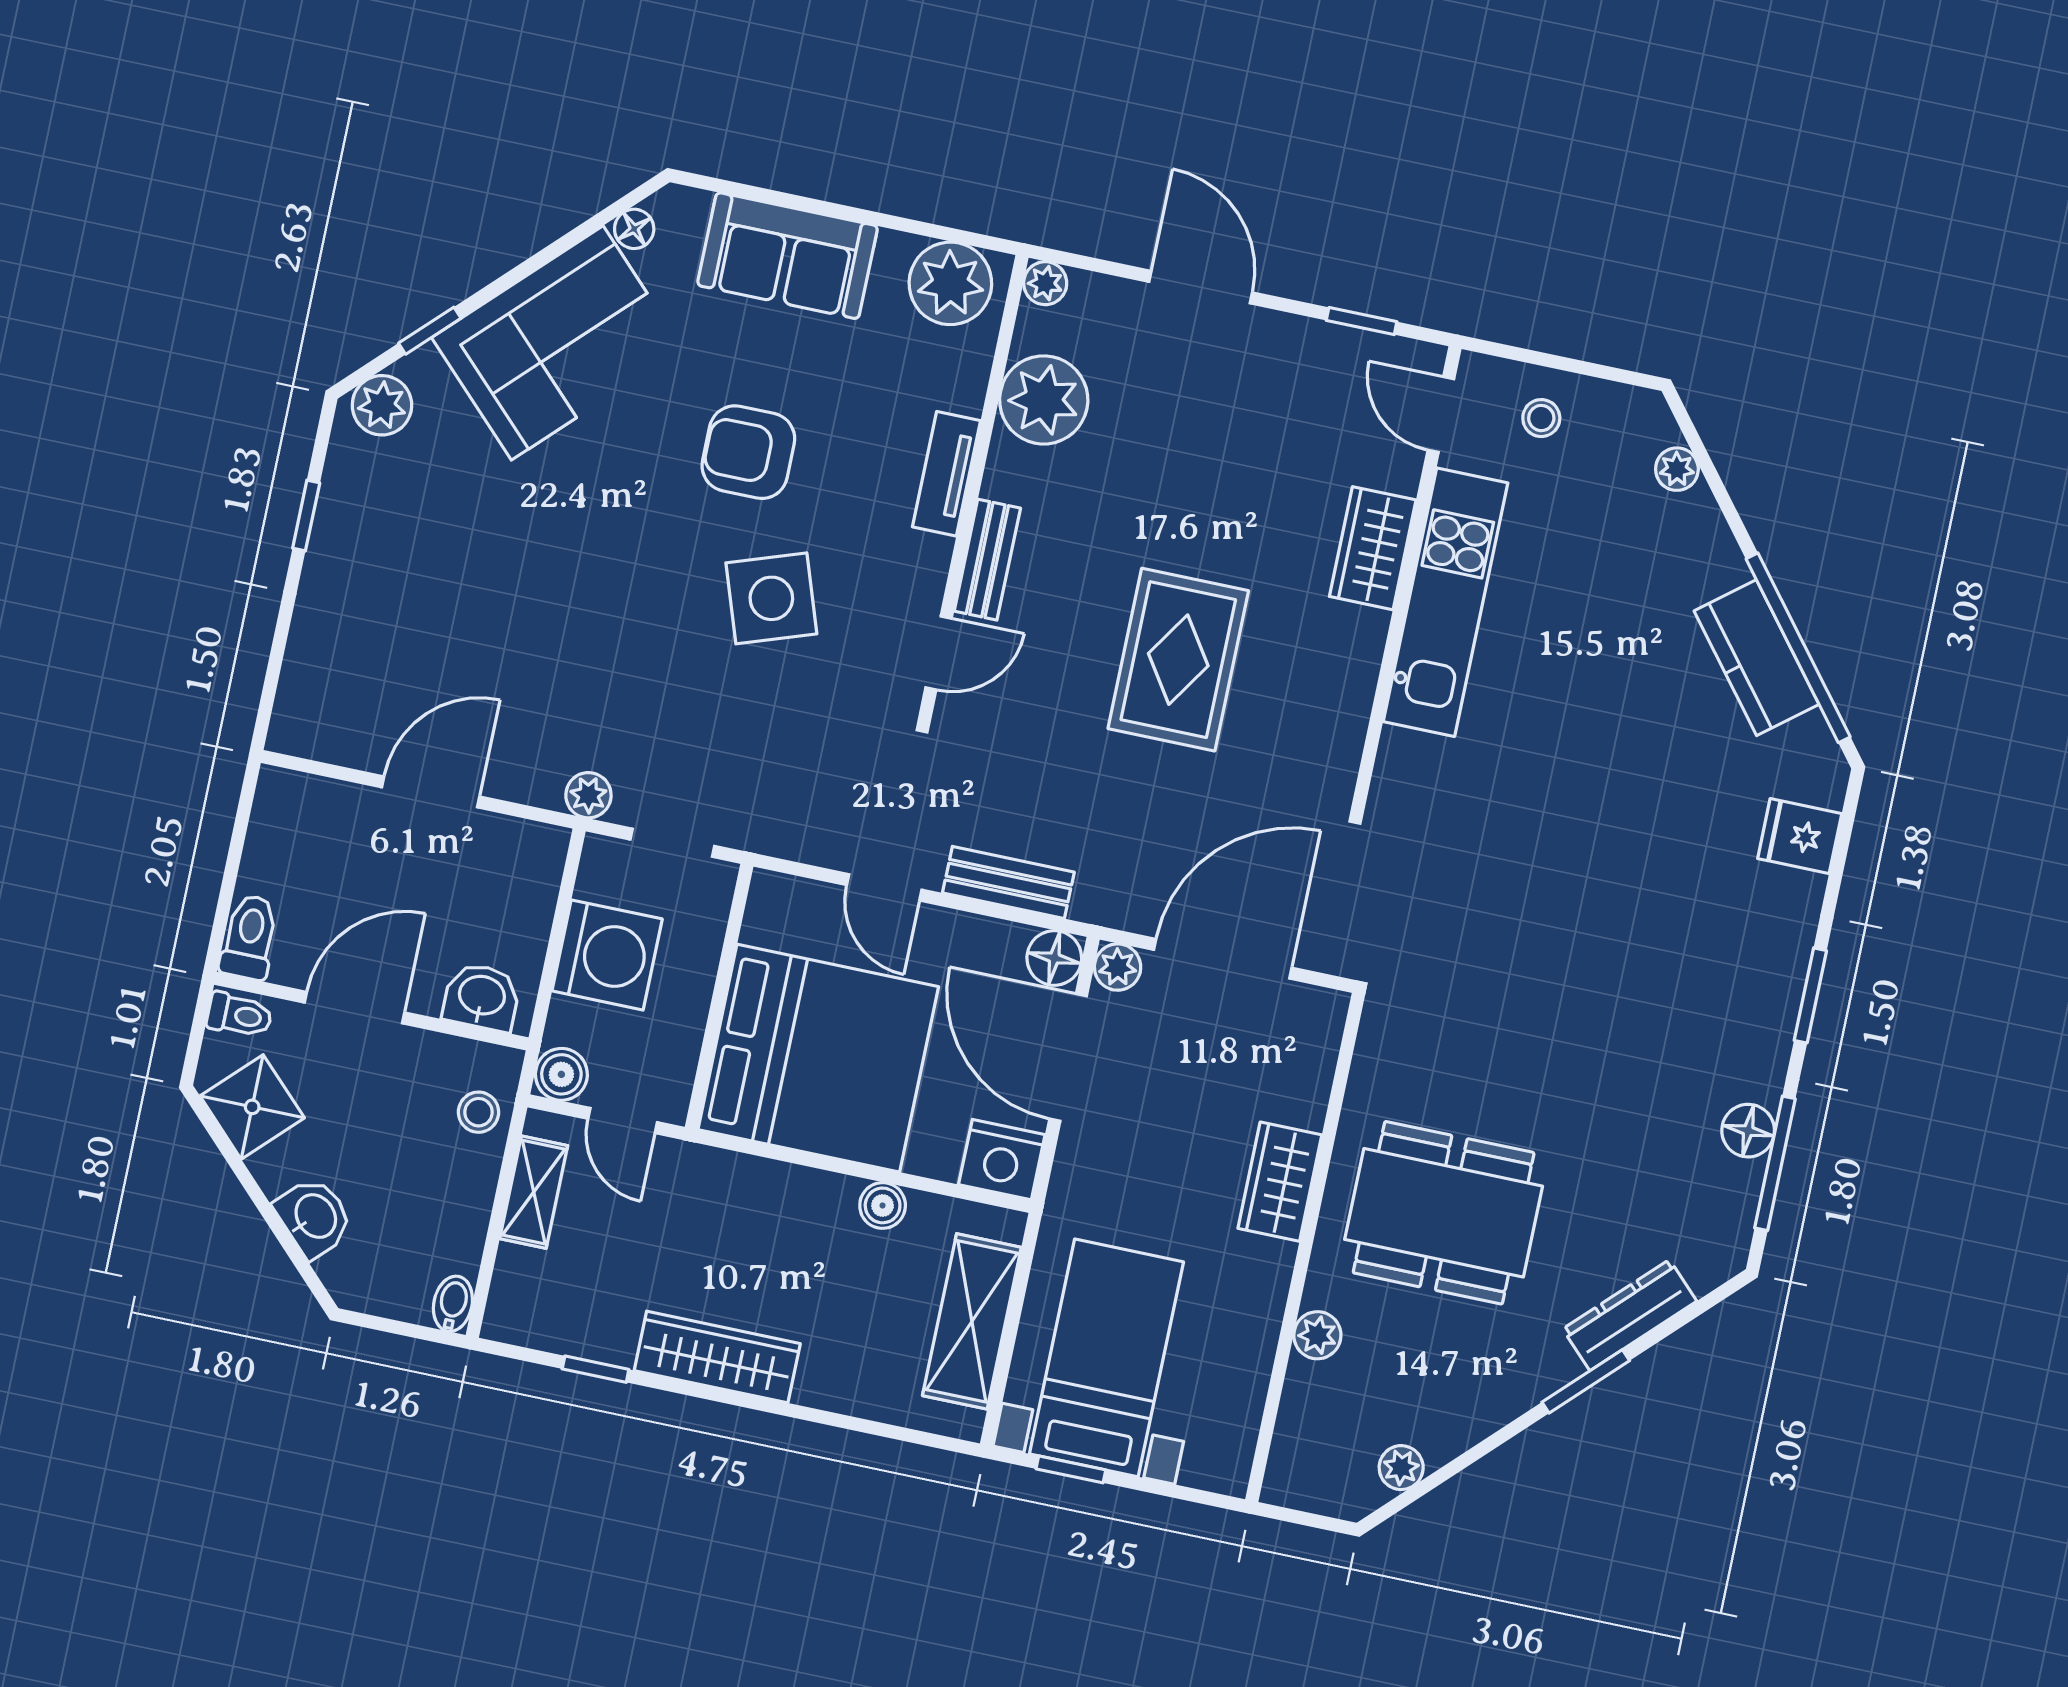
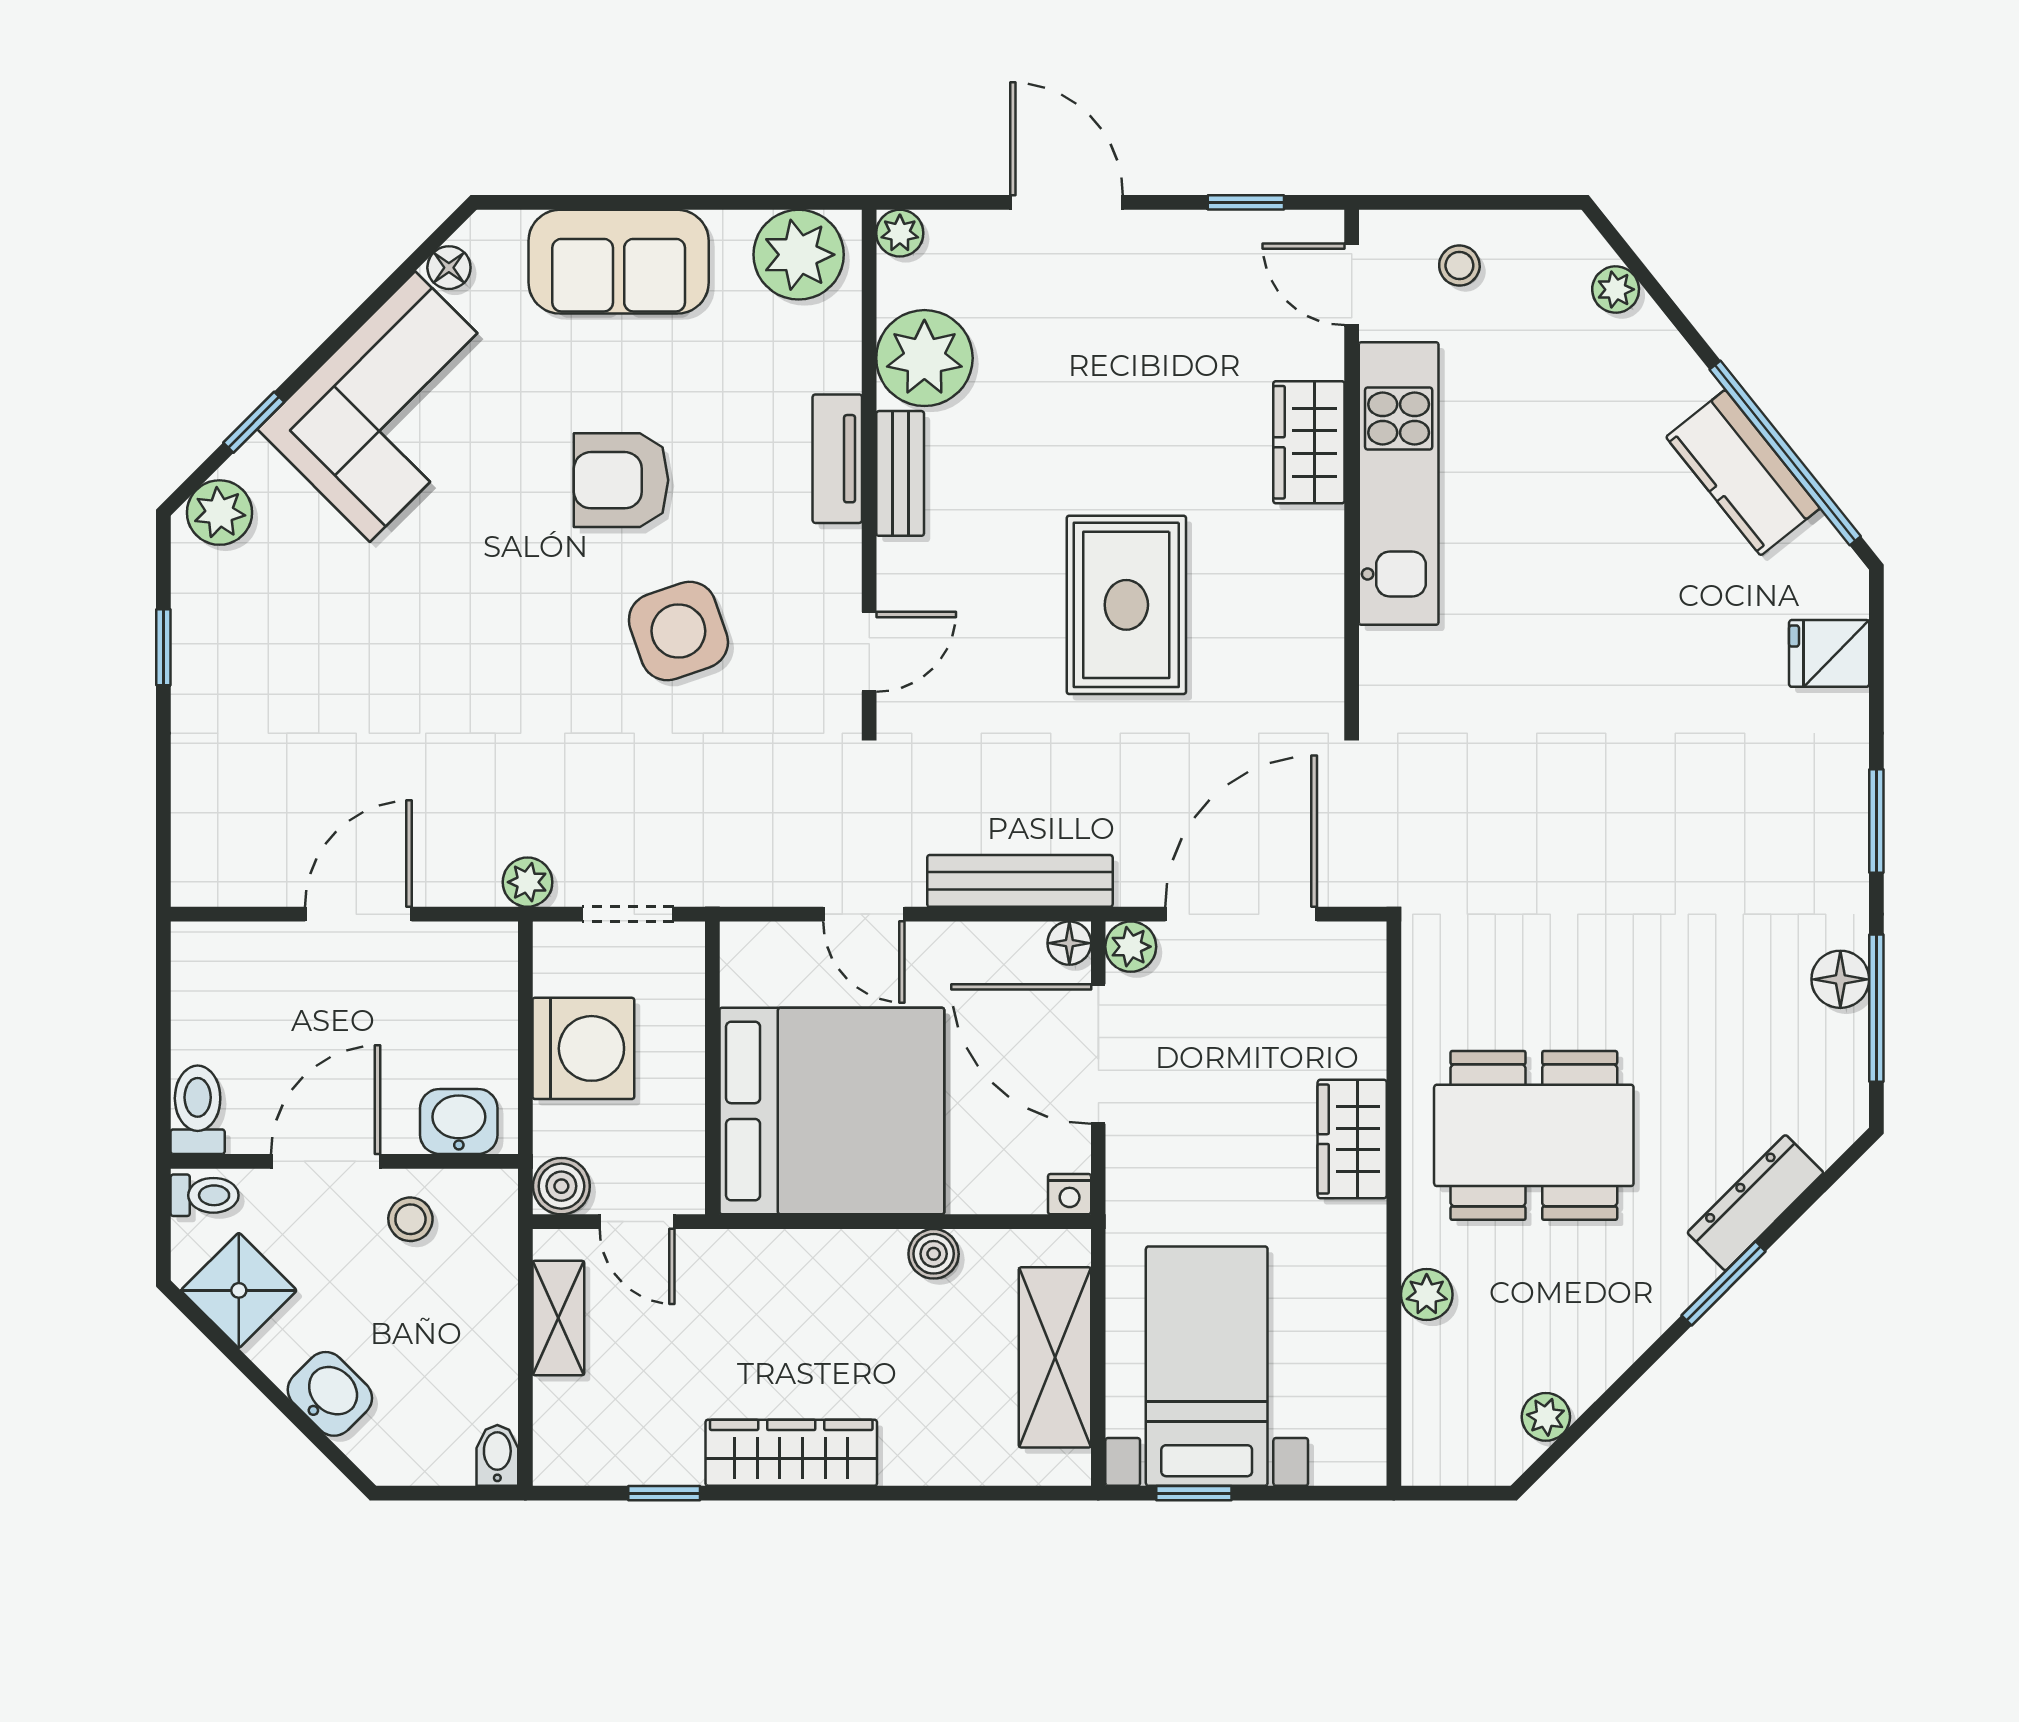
bench: (987, 560) -> (900, 473), moved
bench: (1008, 883) -> (1020, 881), width x1.36
floor lamp: (1054, 958) -> (1069, 943), width x0.73, depth x0.73
stool: (479, 1112) -> (410, 1219), moved
nightstand: (1002, 1160) -> (1070, 1194), width x0.53, depth x0.56

